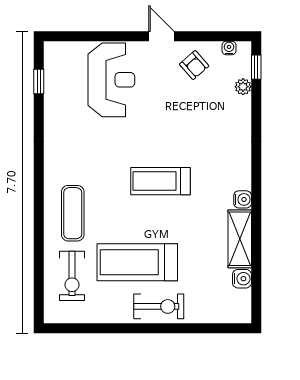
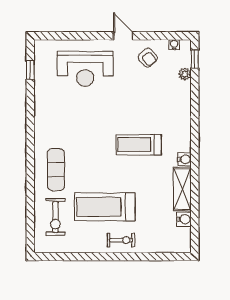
reception desk: (111, 80) -> (85, 69), turned 90
treadmill: (160, 181) -> (139, 145), moved
exercise bike: (159, 306) -> (121, 240), width x0.73, depth x0.72

